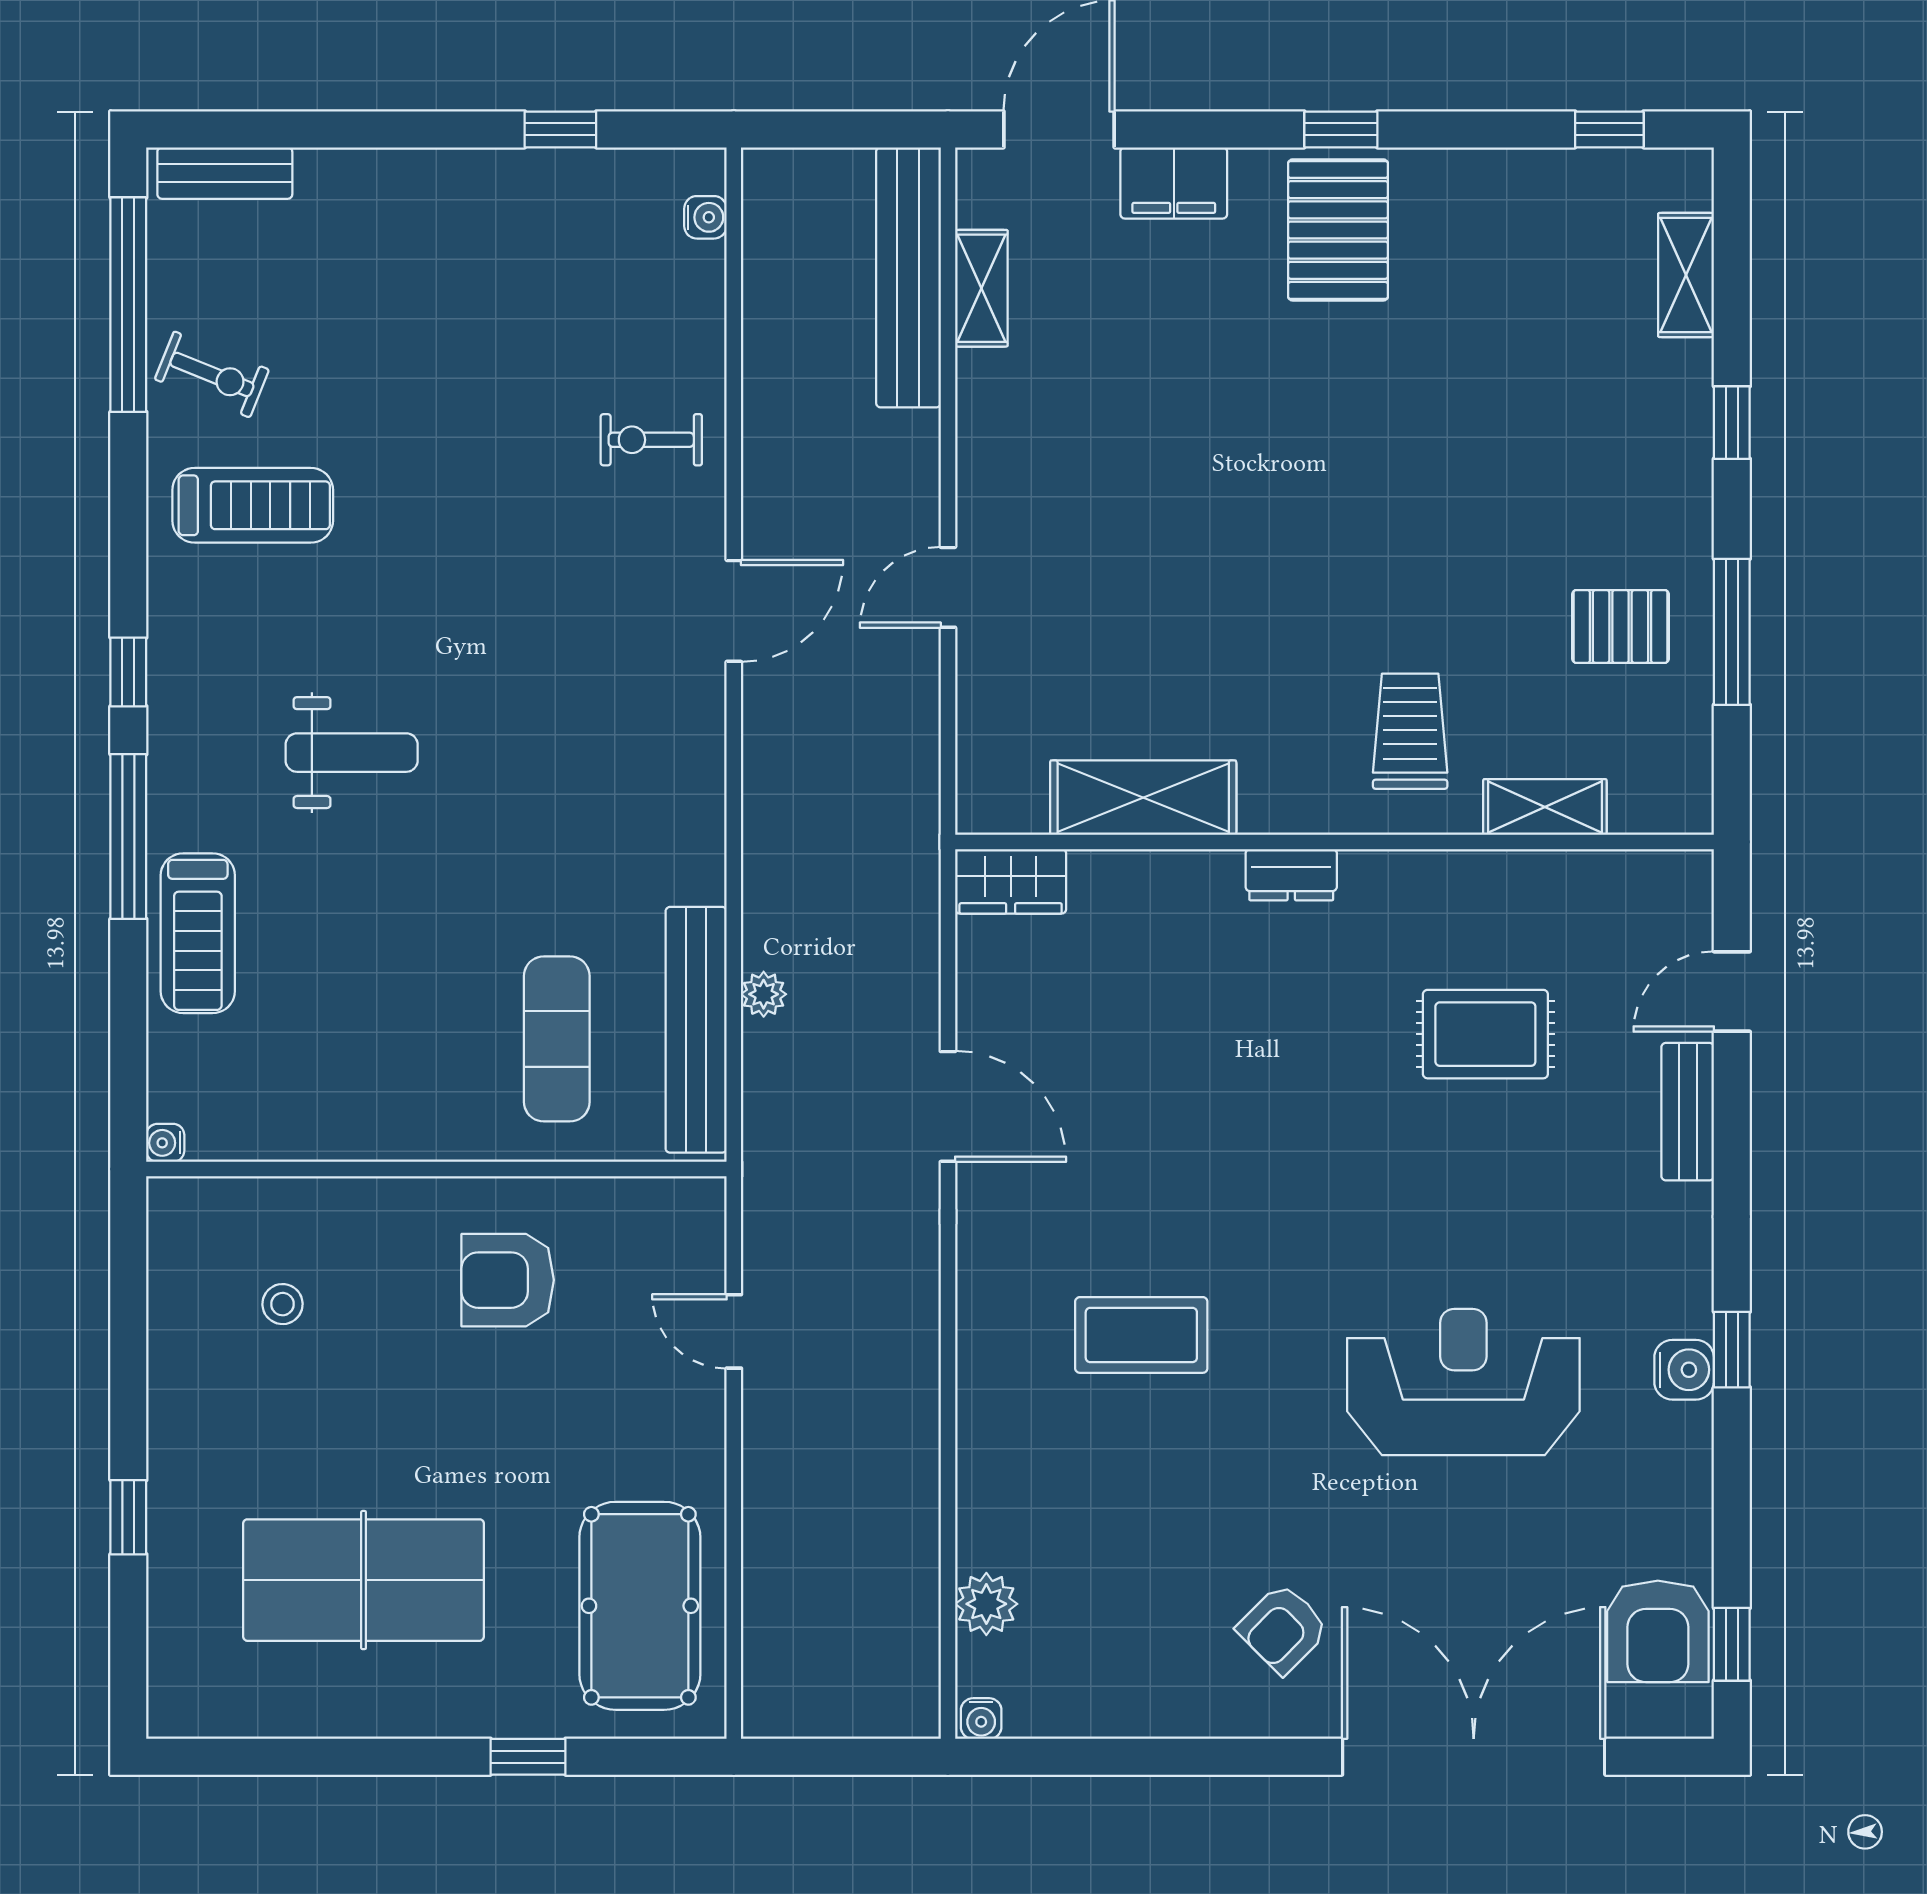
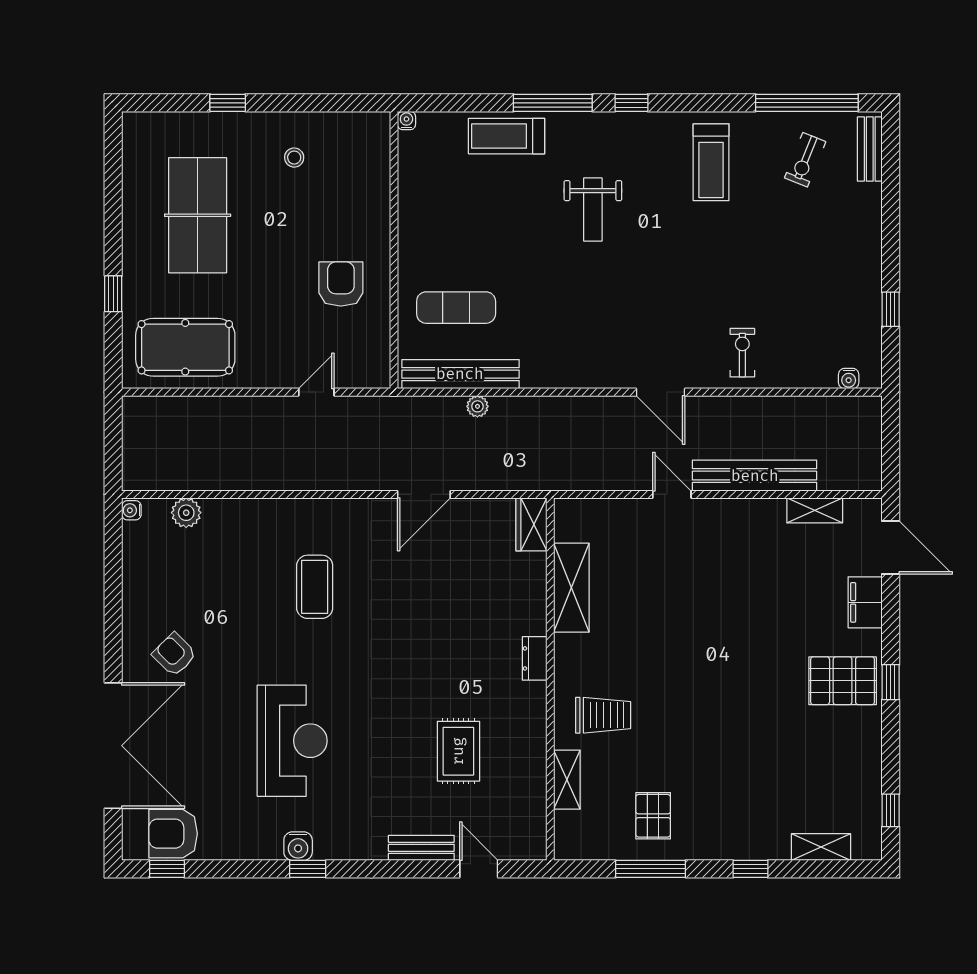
bench: (908, 277) -> (755, 476), moved
exercise bike: (212, 374) -> (805, 160), moved
stool: (283, 1304) -> (294, 158), moved

